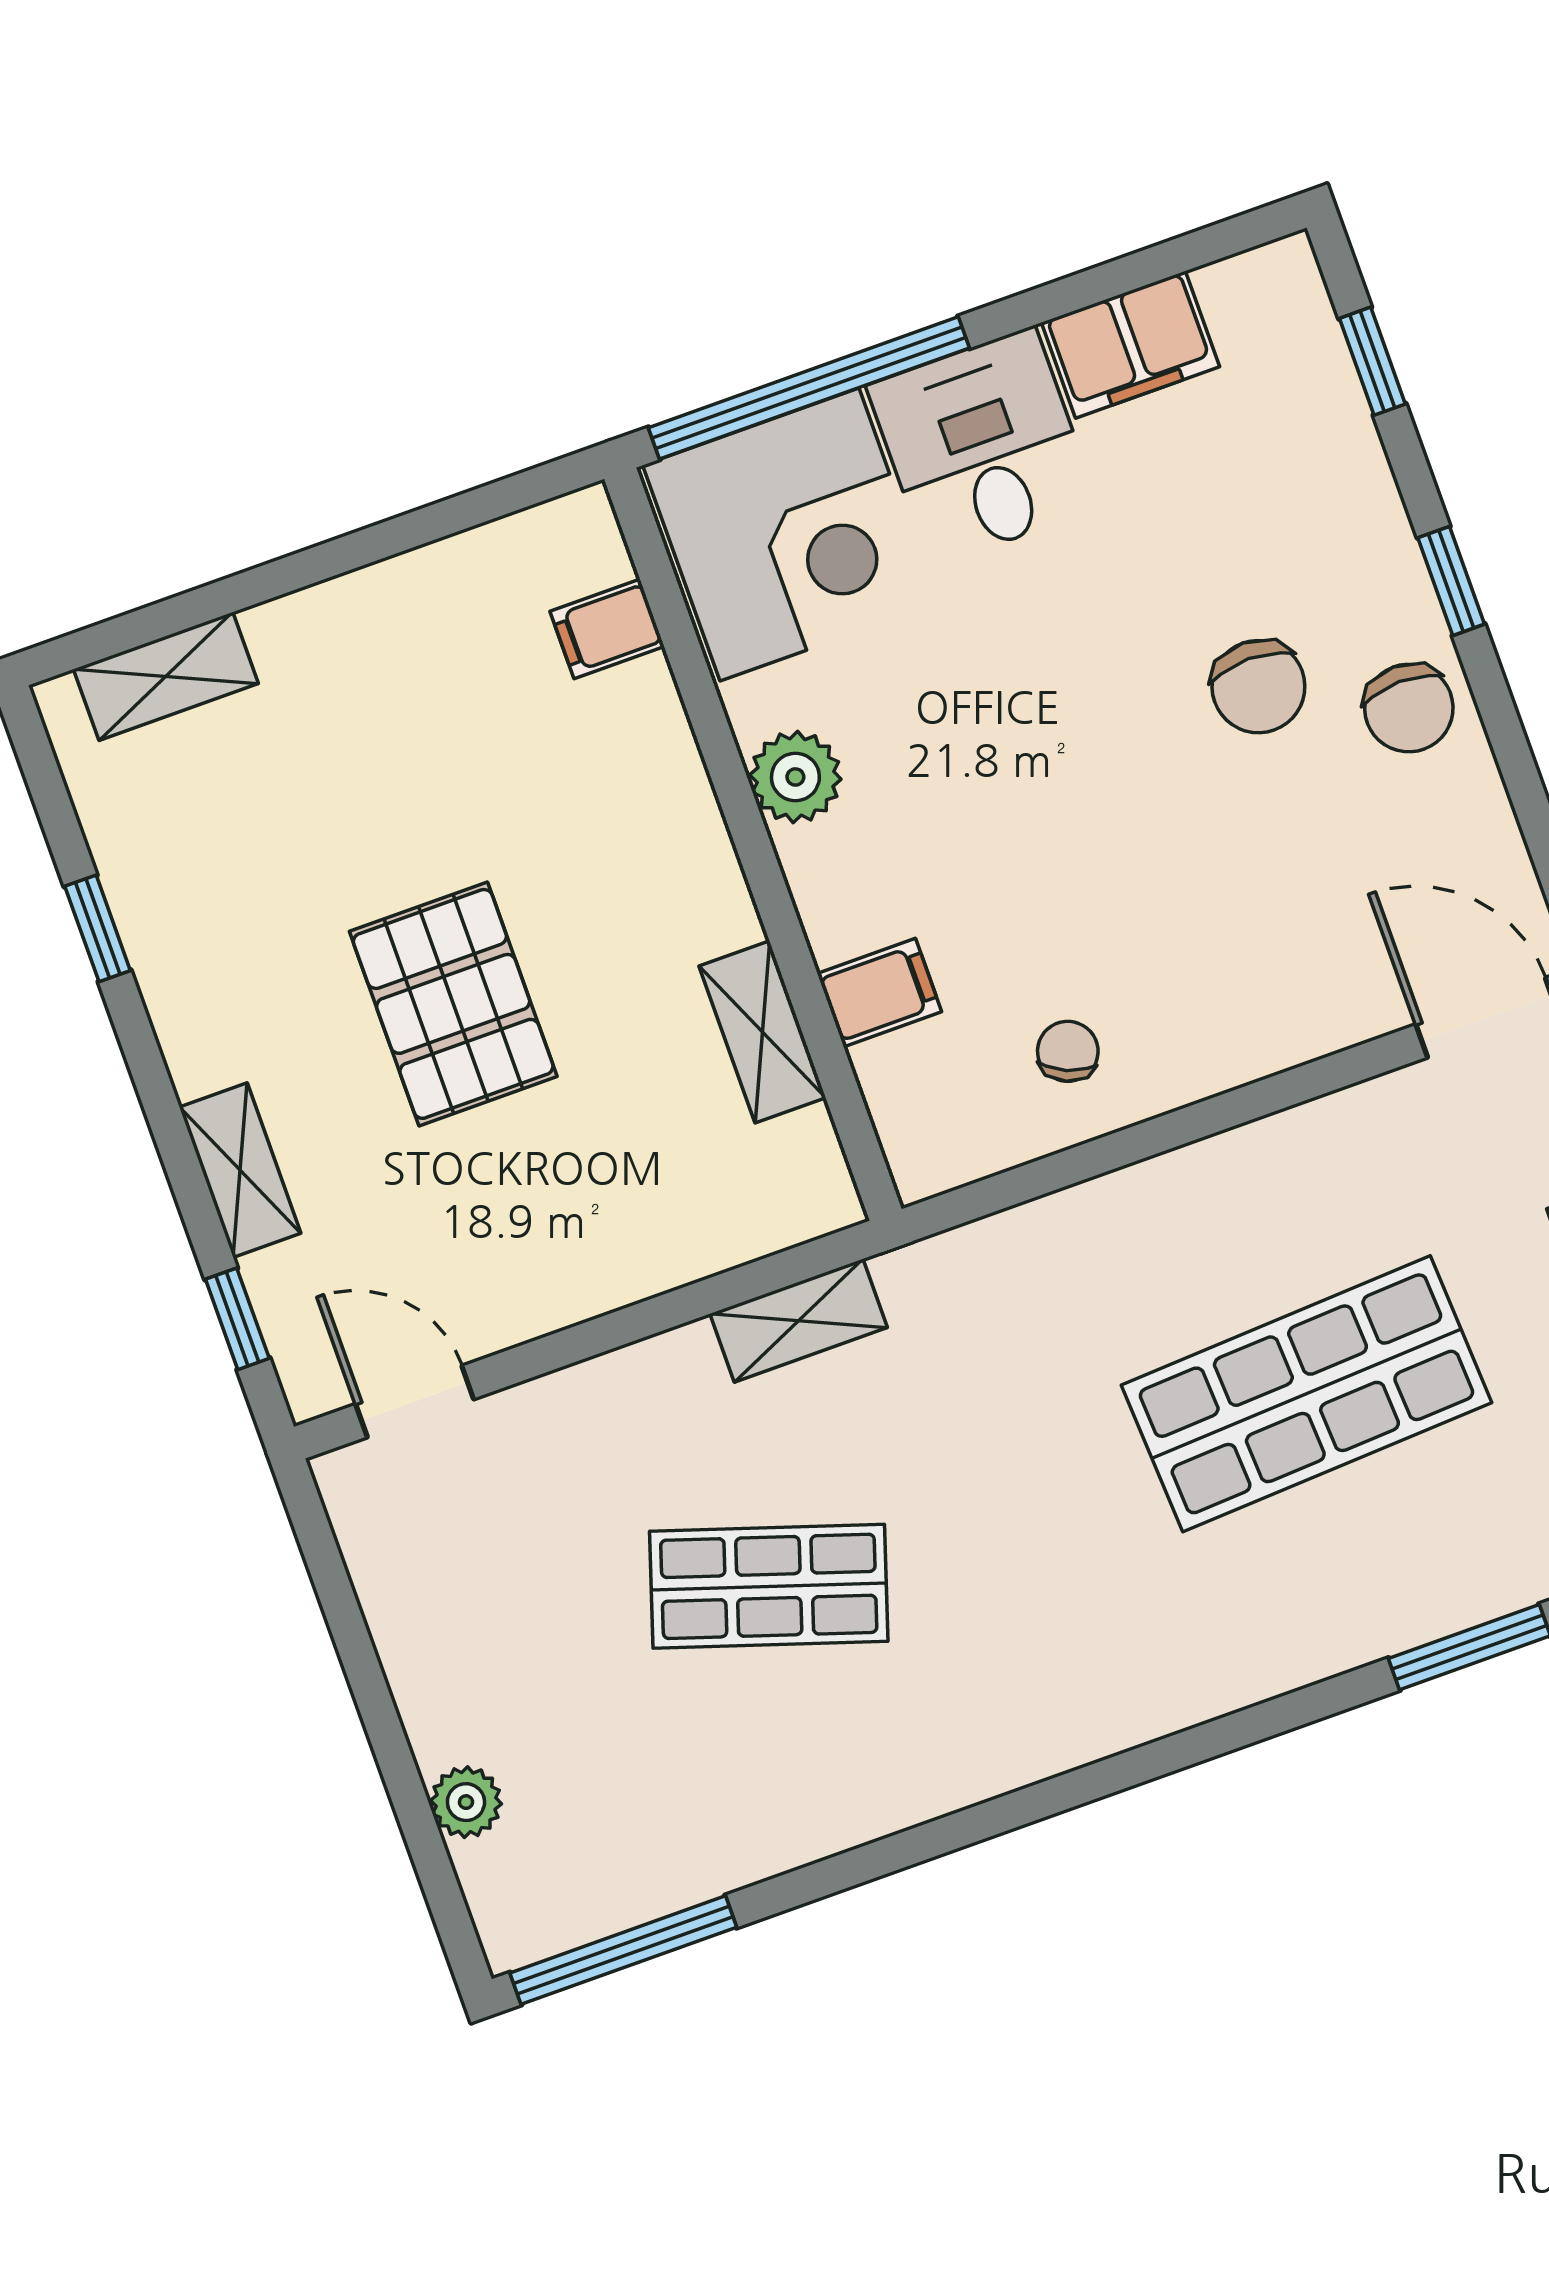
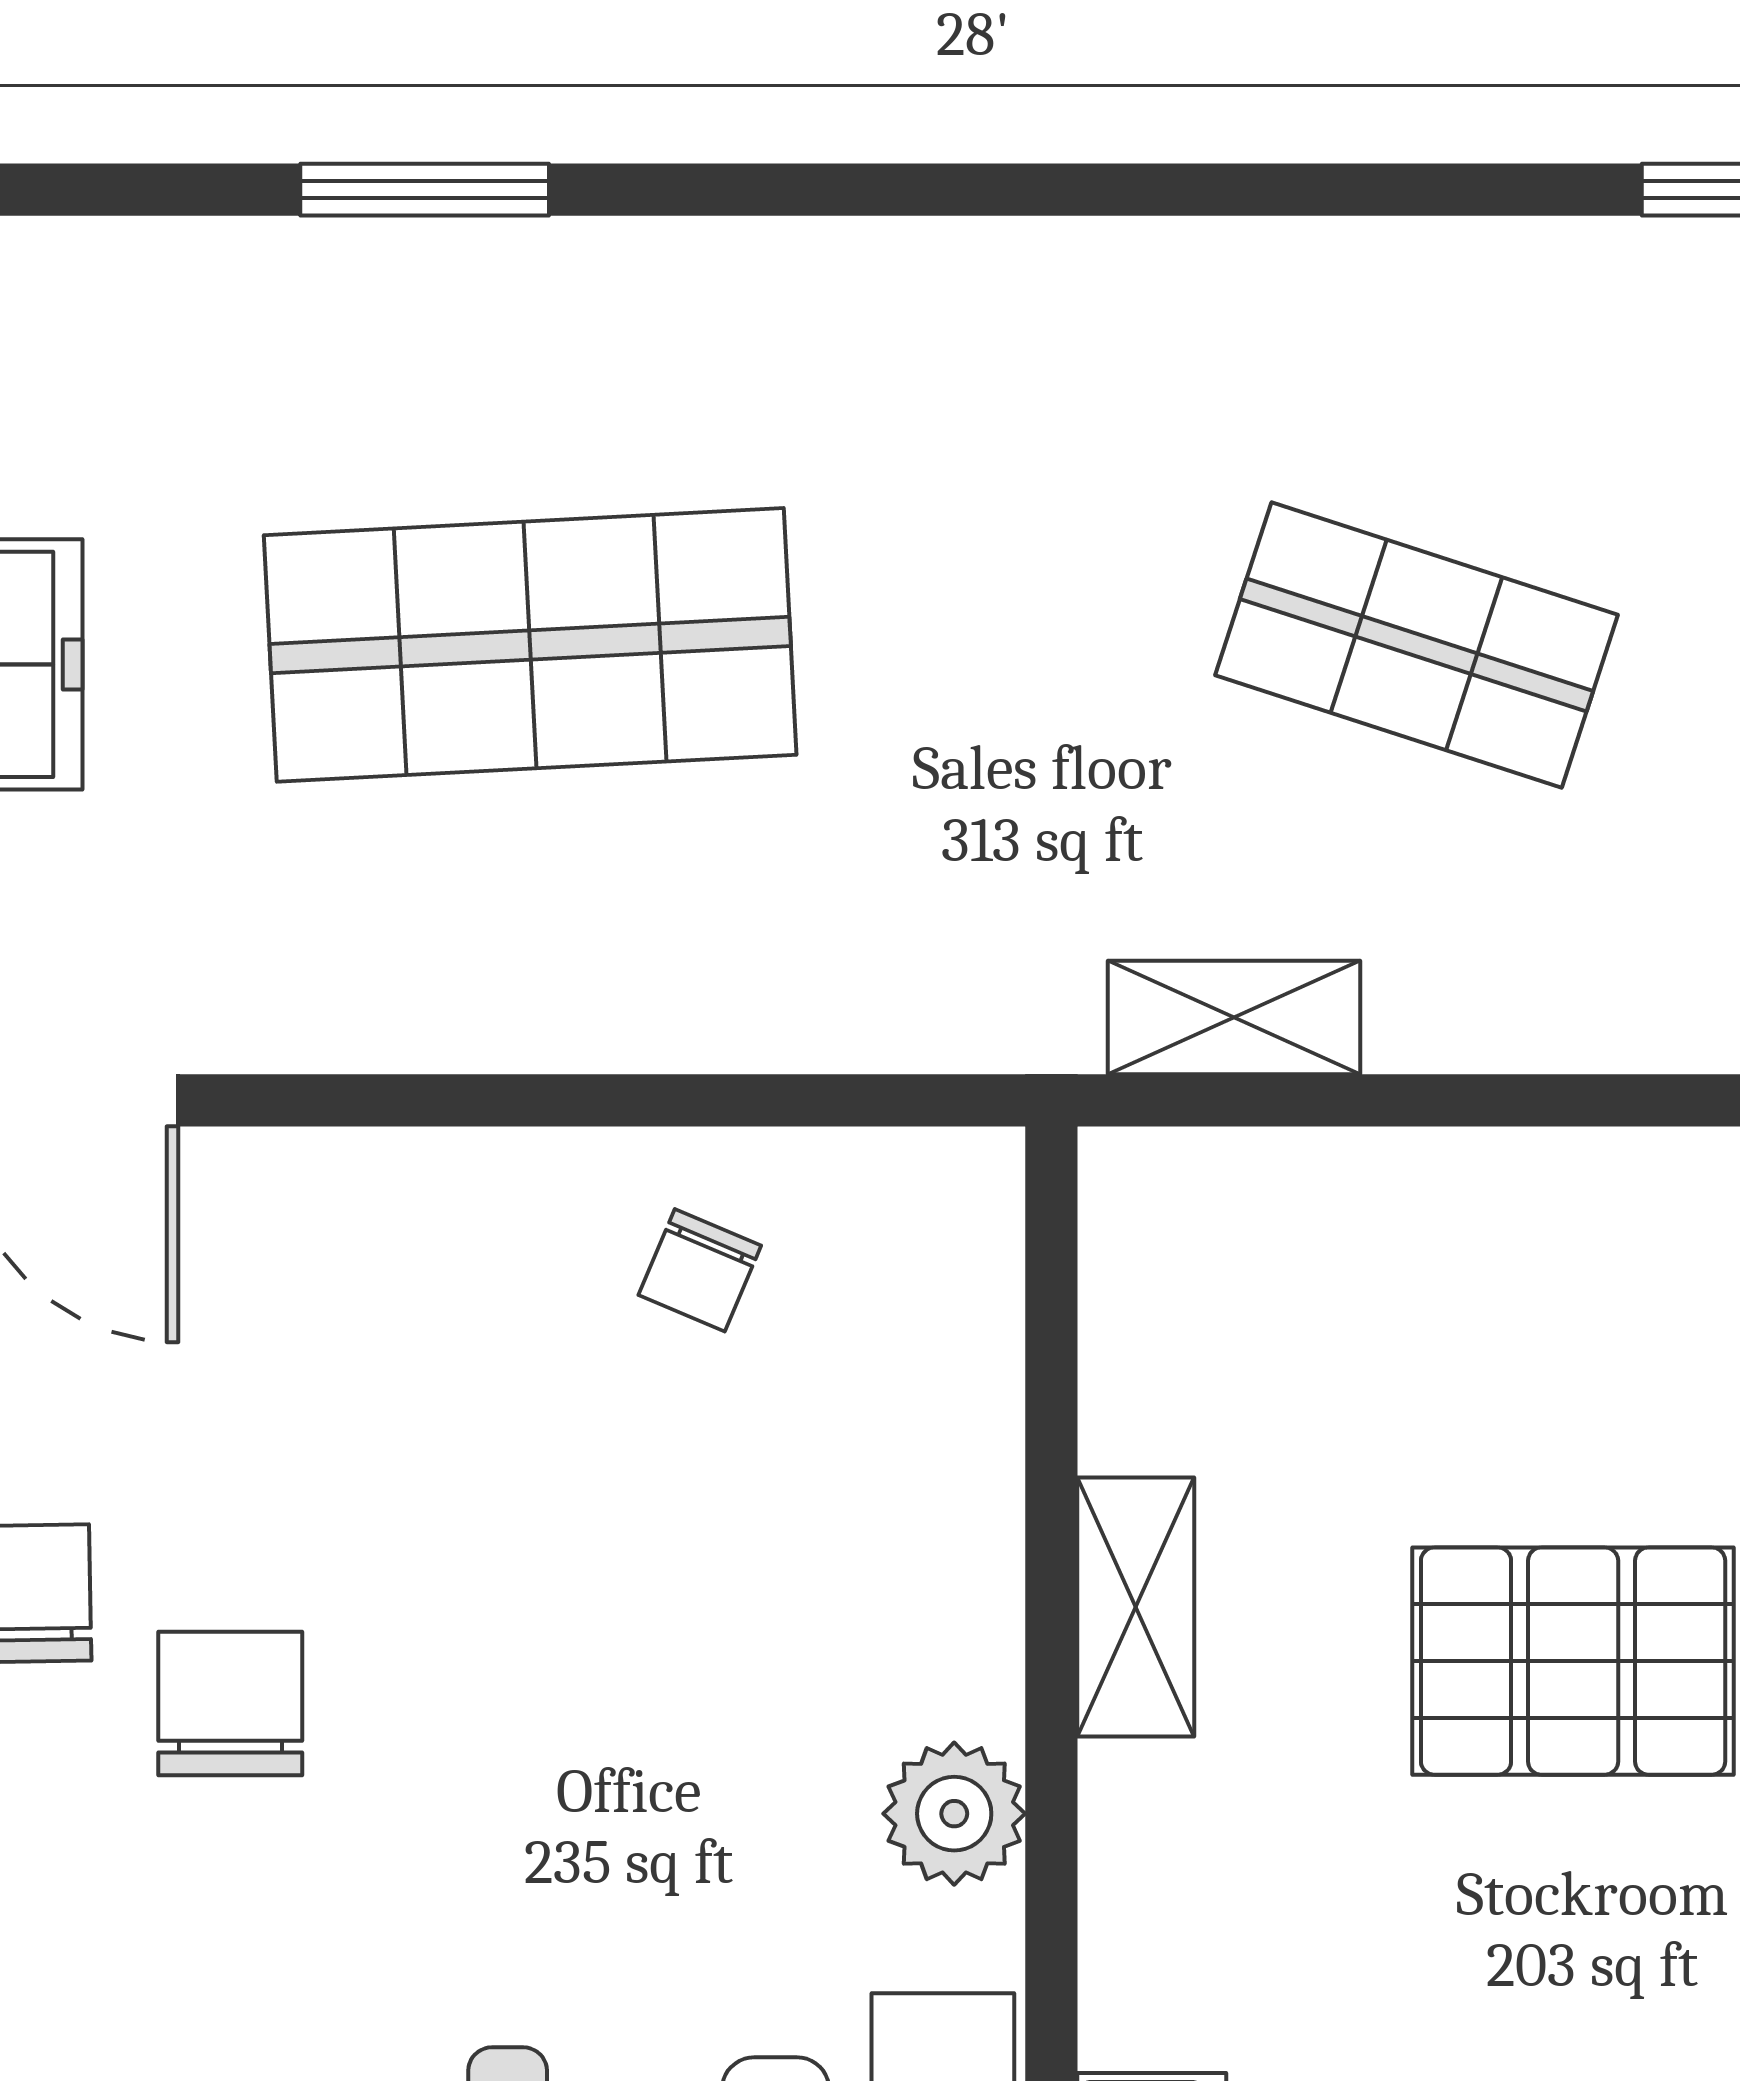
filing cabinet: (879, 993) -> (944, 1455), removed
pallet: (453, 1004) -> (1573, 1661), turned 90
shelving: (762, 1032) -> (1136, 1607), moved

